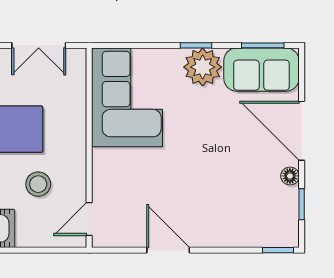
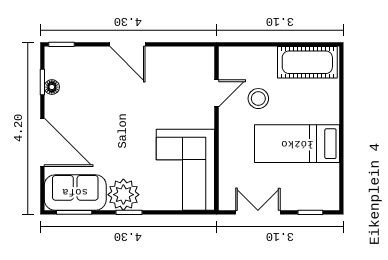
floor lamp: (290, 176) -> (52, 87), moved
door: (89, 219) -> (216, 93), moved
door: (168, 250) -> (127, 44), moved

